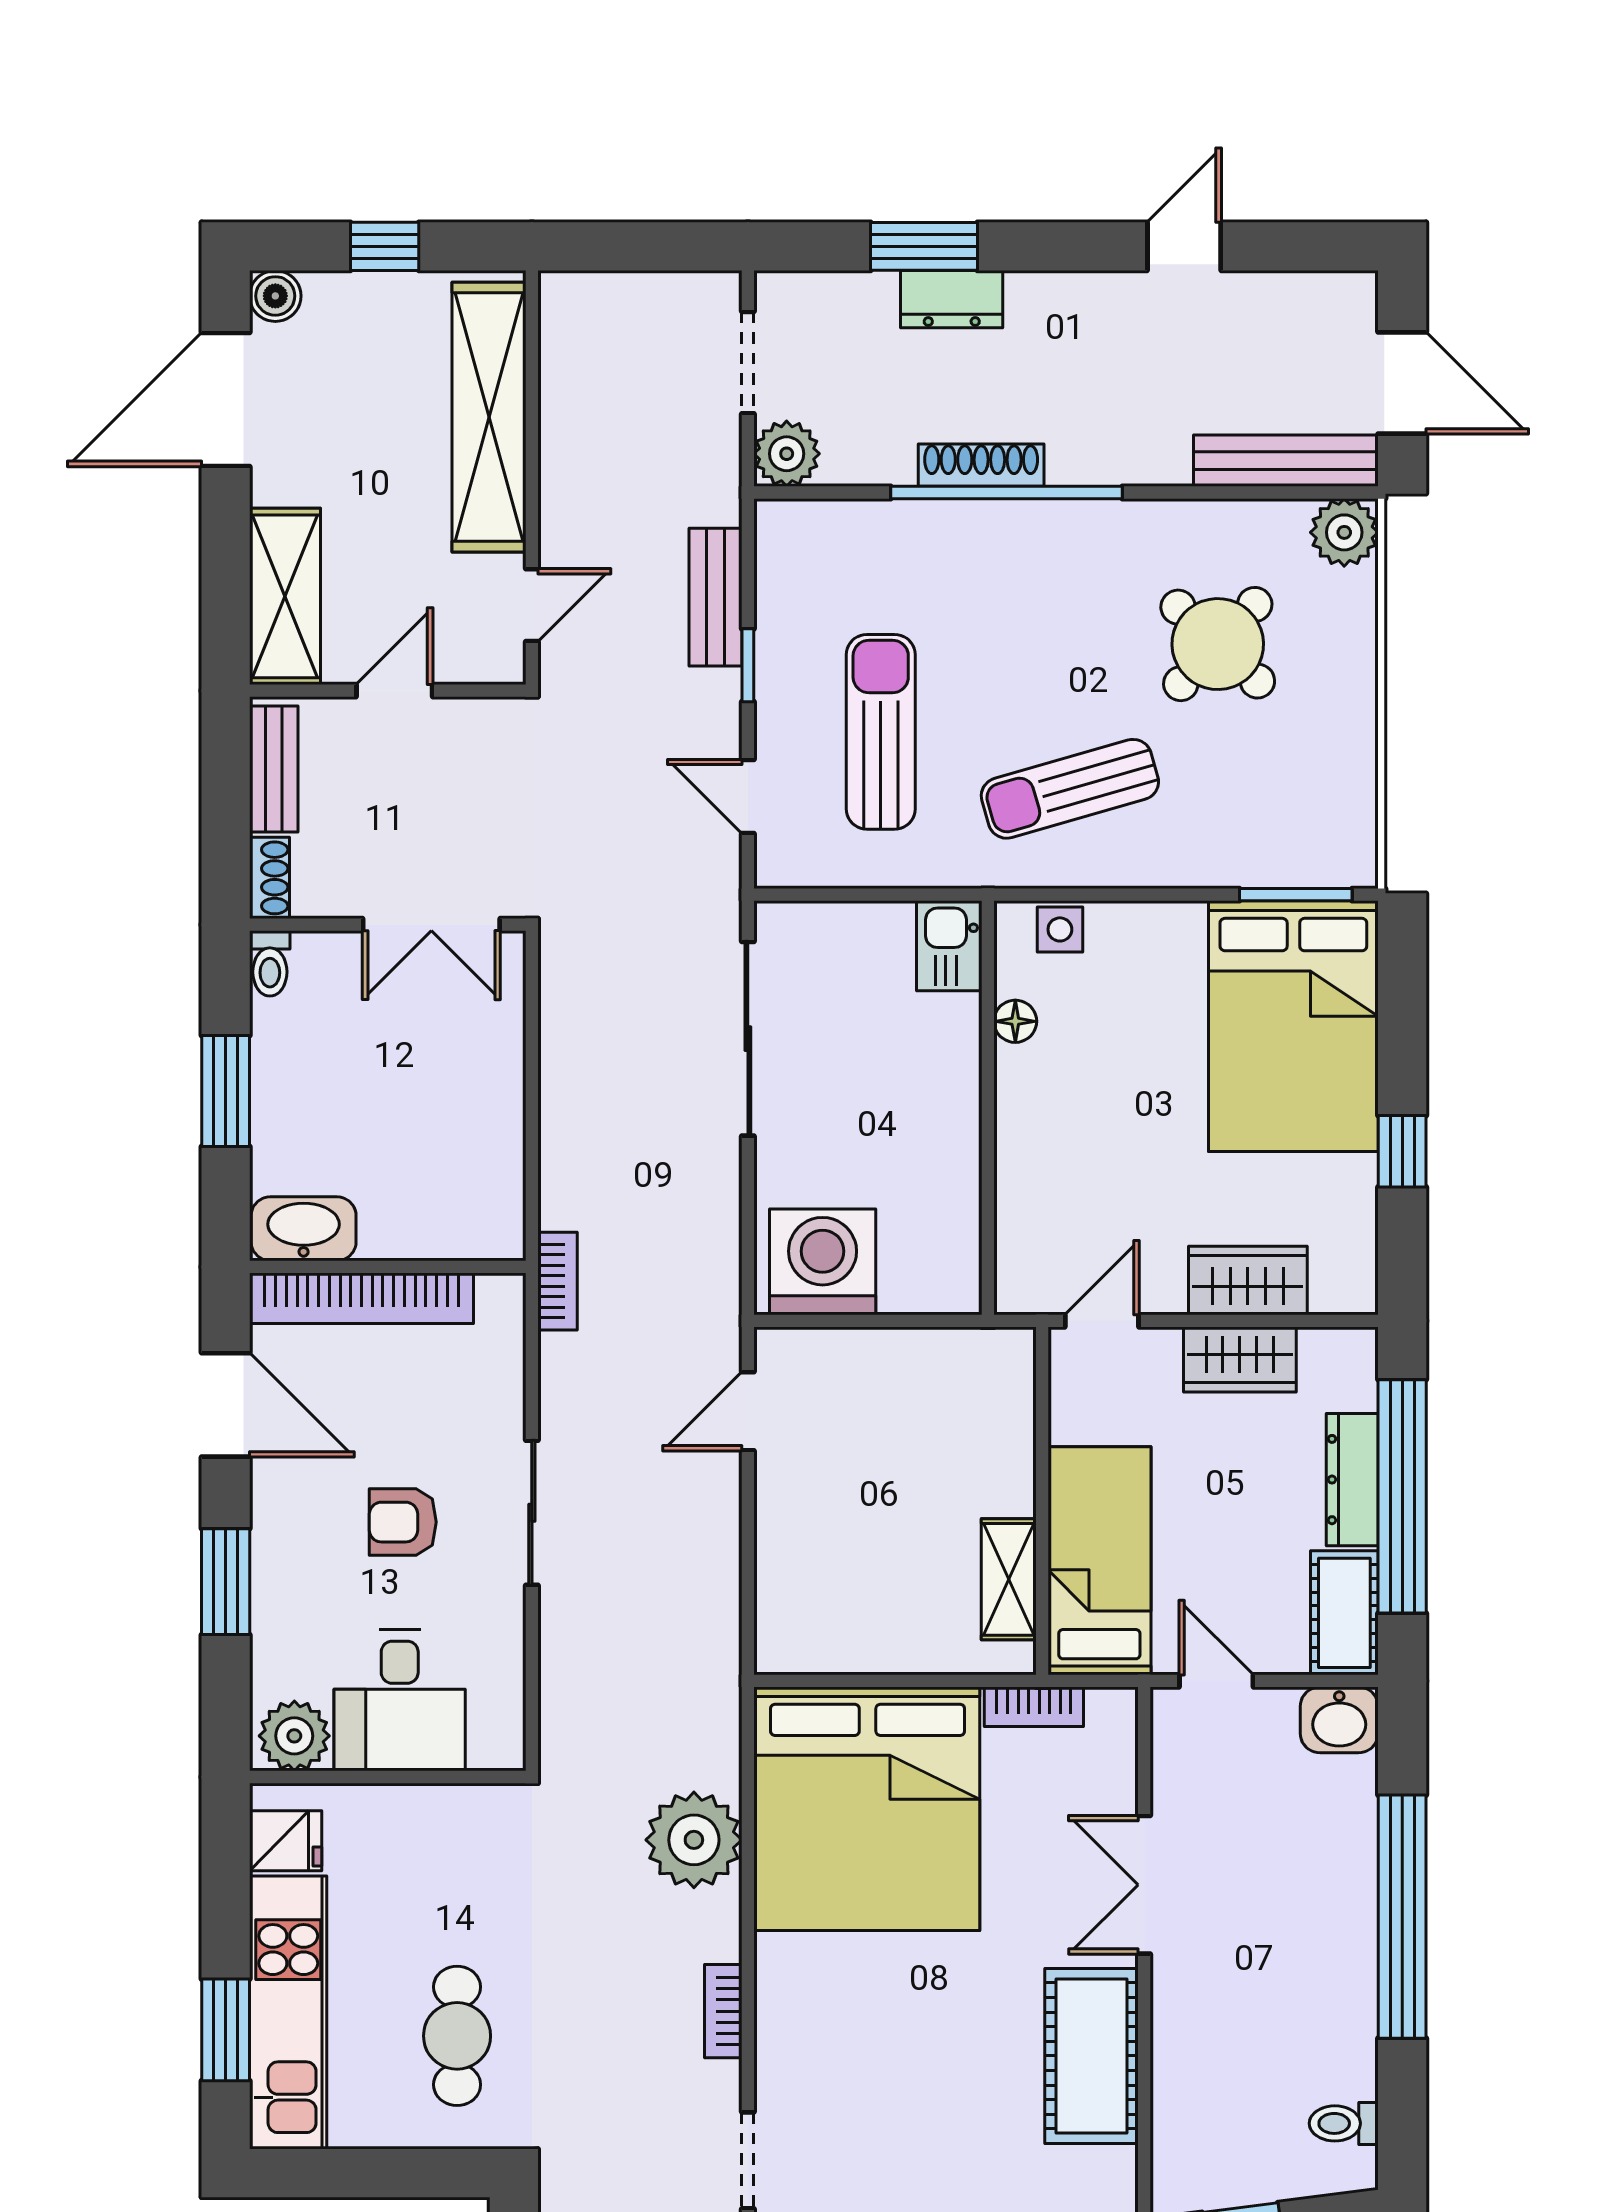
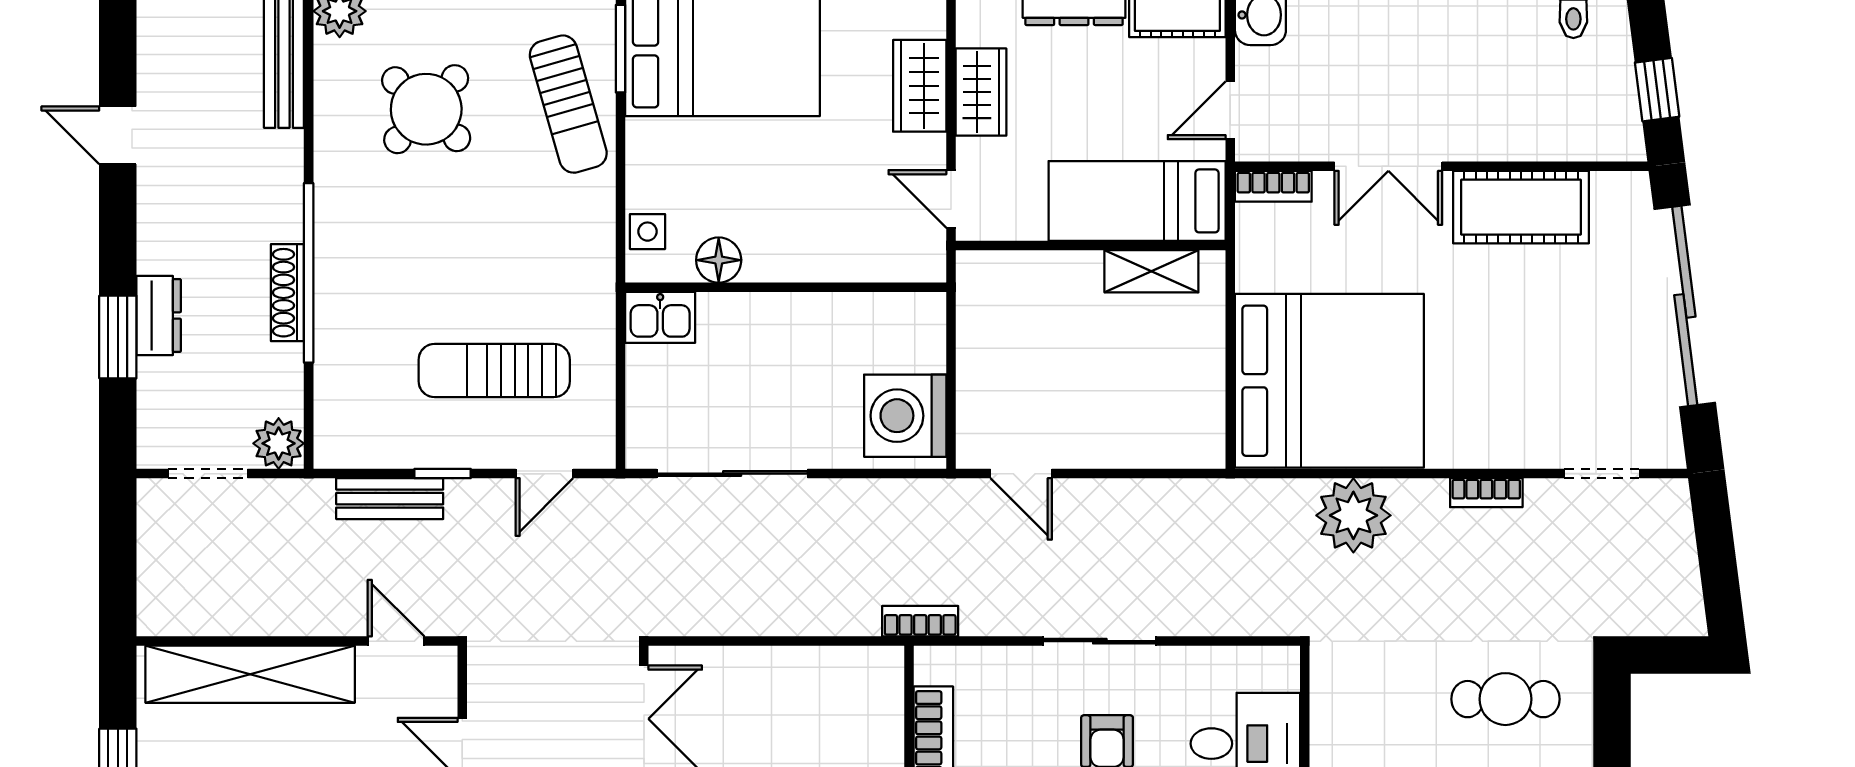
sun lounger: (1070, 789) -> (568, 104), moved
floor lamp: (1015, 1021) -> (719, 260), width x1.37, depth x1.37
bookcase: (1034, 1707) -> (1273, 186), moved, turned 90

